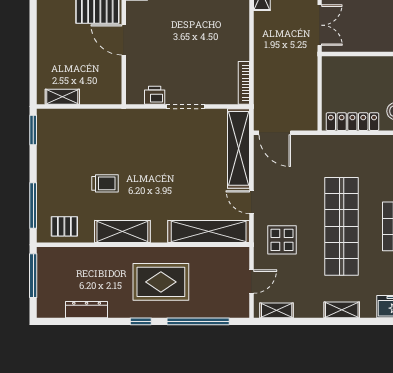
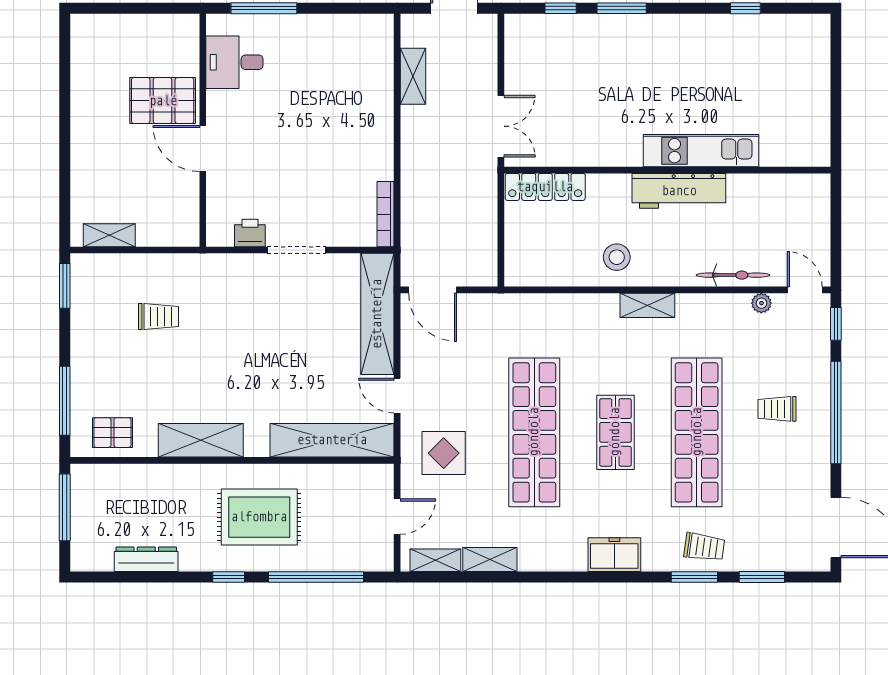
locker: (352, 122) -> (545, 187), moved, turned 180
trolley: (105, 183) -> (158, 316), moved
shelving: (342, 310) -> (490, 560), moved

